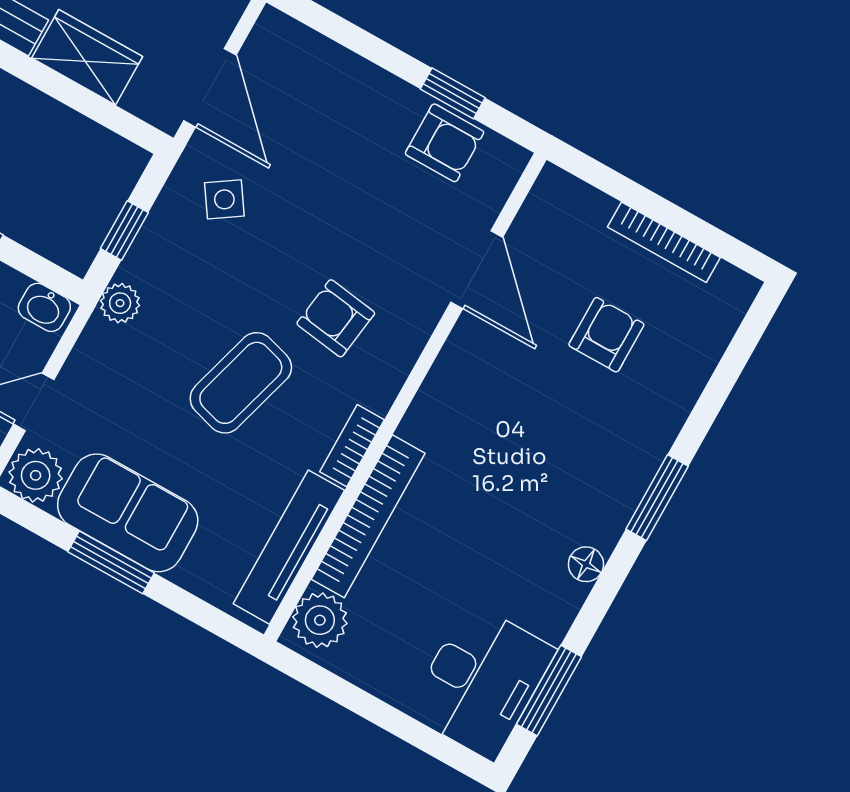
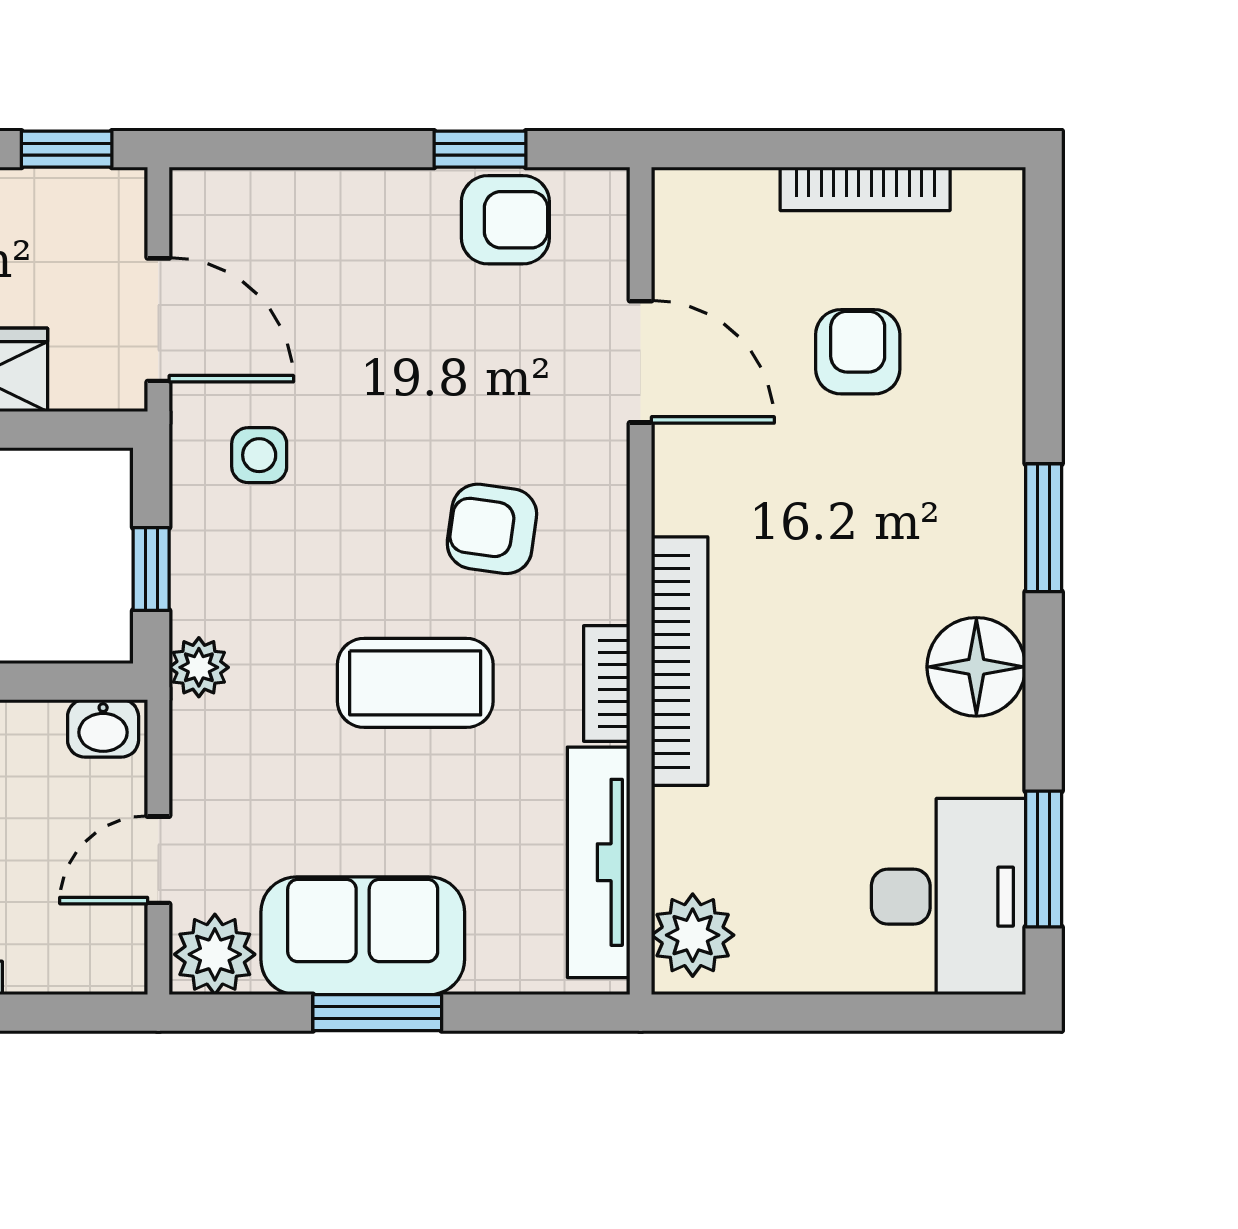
side table: (224, 199) -> (259, 455), turned 34
coffee table: (241, 383) -> (415, 683), turned 74
bookcase: (368, 516) -> (680, 661), moved
floor lamp: (586, 564) -> (976, 667), width x1.89, depth x1.89

